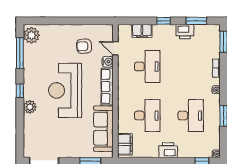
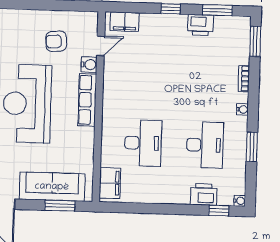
filing cabinet: (142, 31) -> (125, 22), moved
door: (115, 48) -> (101, 46), swing flipped
desk: (147, 66) -> (145, 73), removed
sofa: (103, 129) -> (52, 187), moved, turned 90
printer: (168, 150) -> (204, 194), moved

